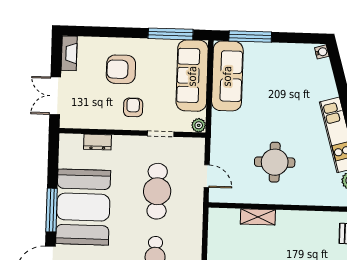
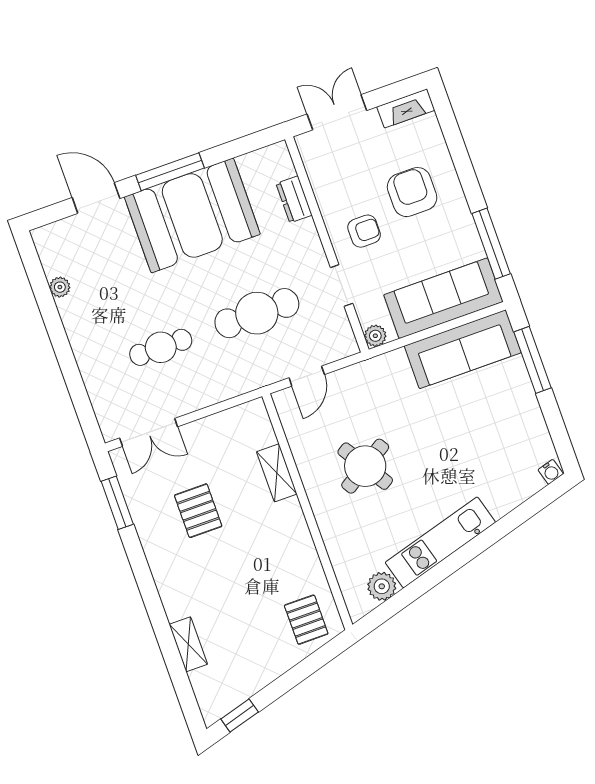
round table: (275, 162) -> (365, 466), turned -32

